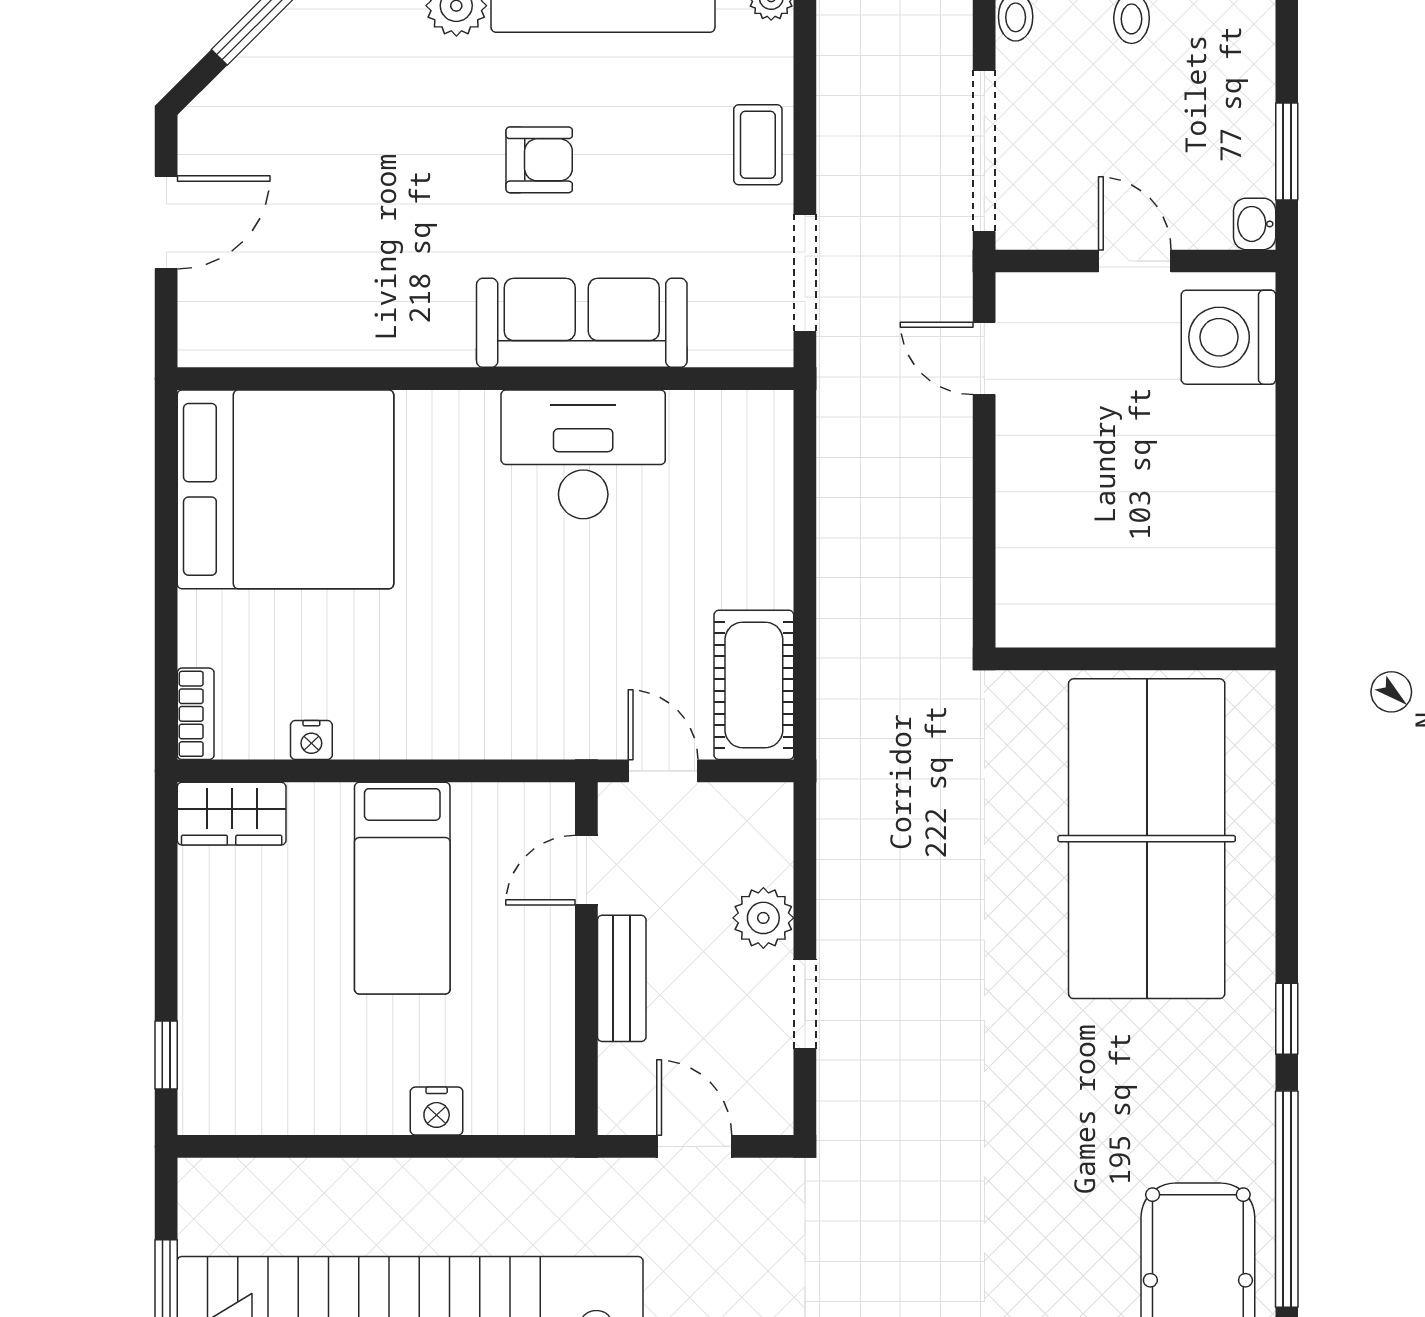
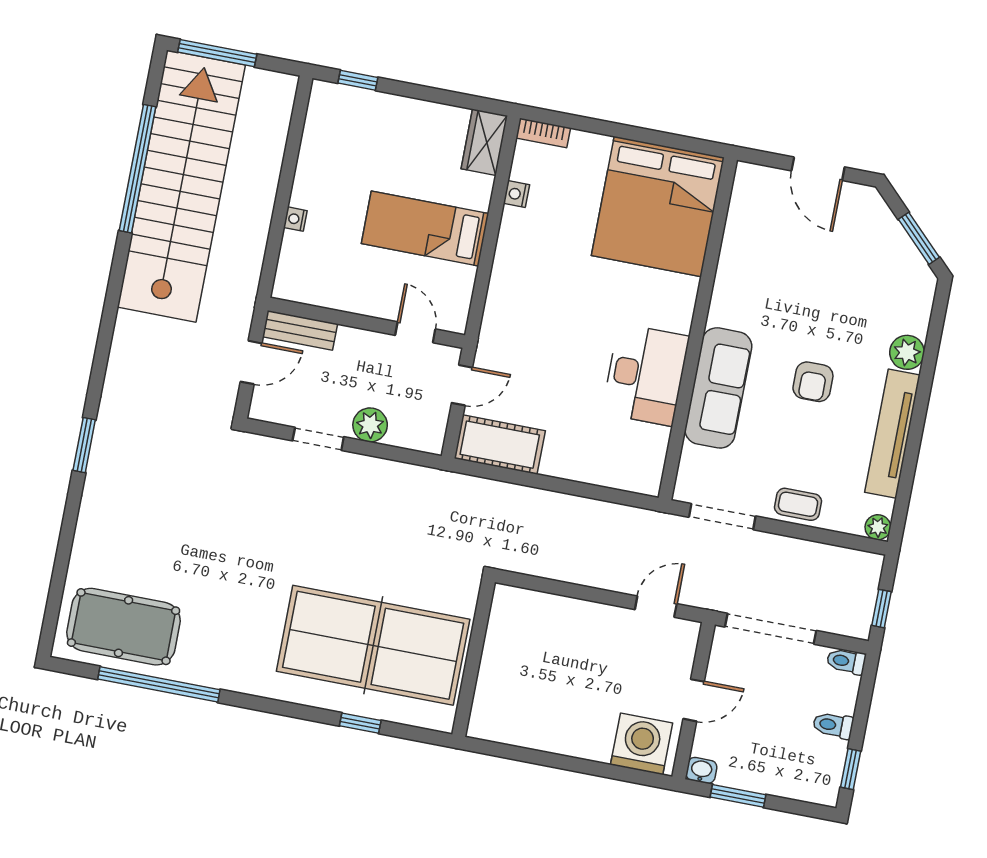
bench: (622, 978) -> (300, 330), moved
window: (1287, 1019) -> (360, 723), moved
nightstand: (437, 1111) -> (295, 219), width x0.72, depth x0.74

